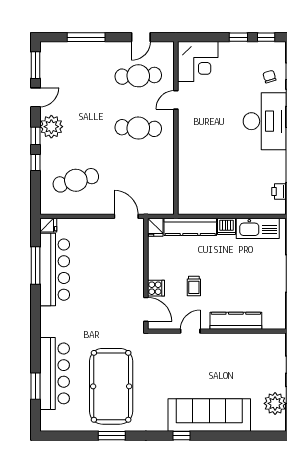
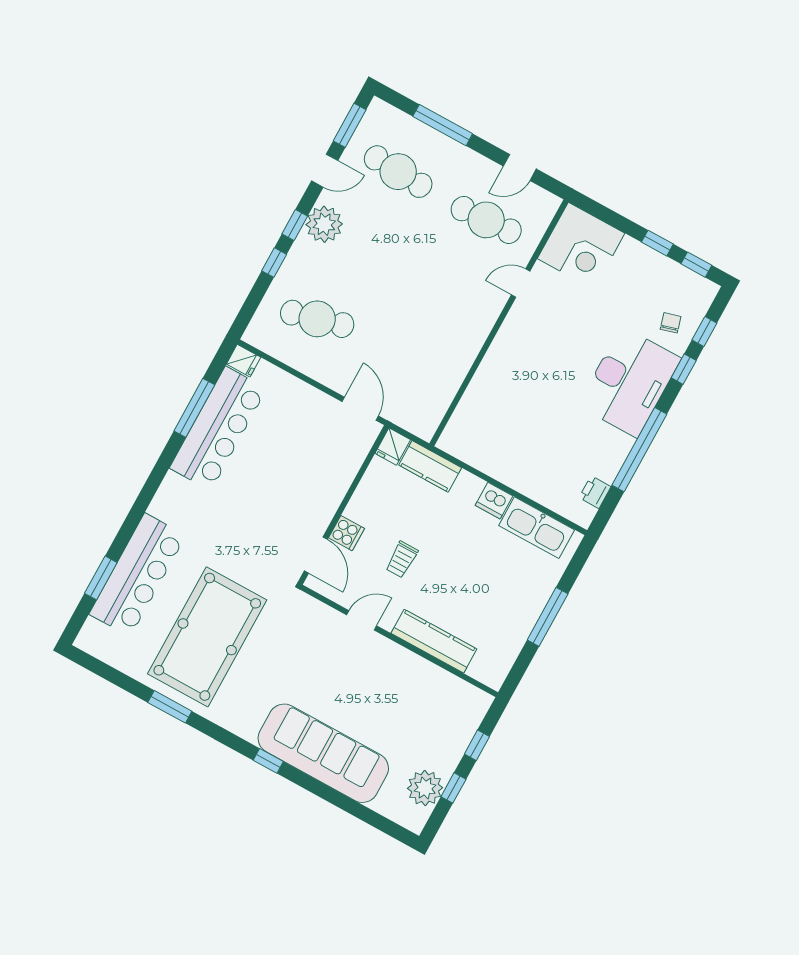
cafe table: (138, 128) -> (398, 172), moved
kitchen counter: (190, 227) -> (430, 466), width x0.67

